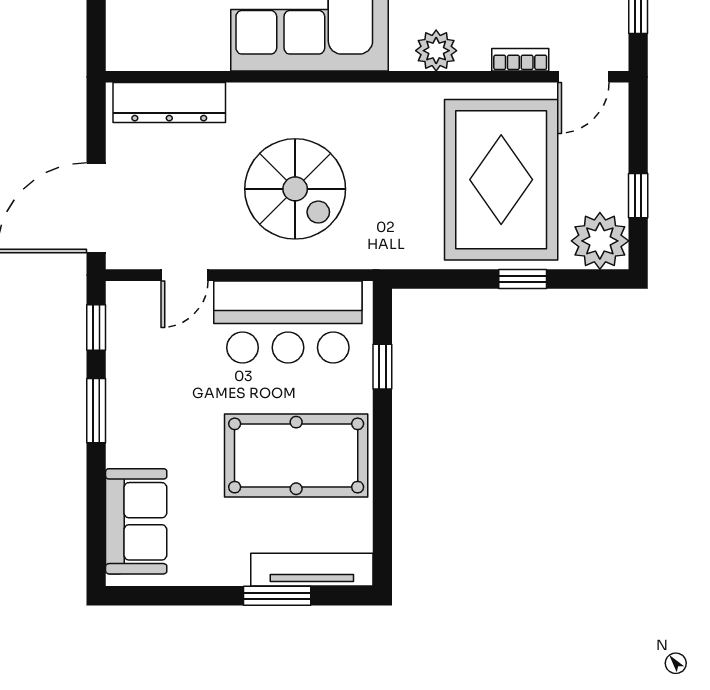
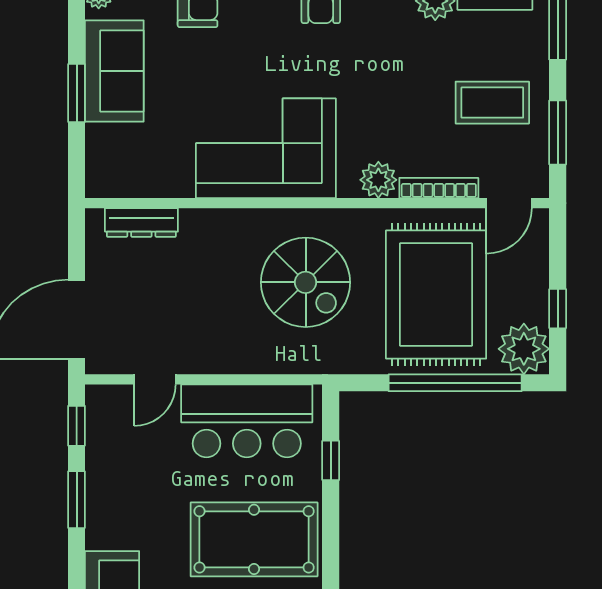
bookcase: (520, 60) -> (439, 188), width x1.56
dresser: (169, 103) -> (141, 223), width x0.73, depth x0.80
spiral stairs: (295, 189) -> (306, 282), moved
window: (523, 279) -> (455, 383), width x3.17

